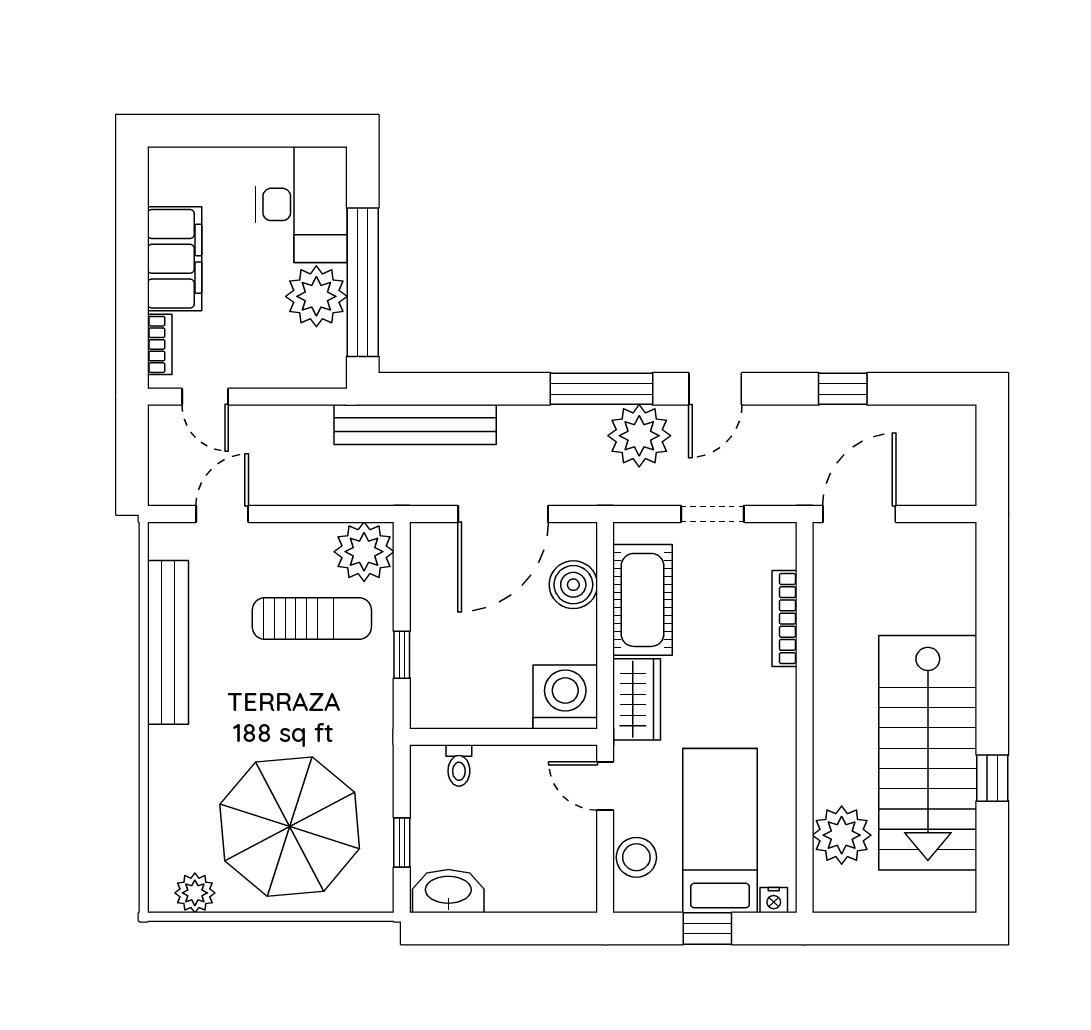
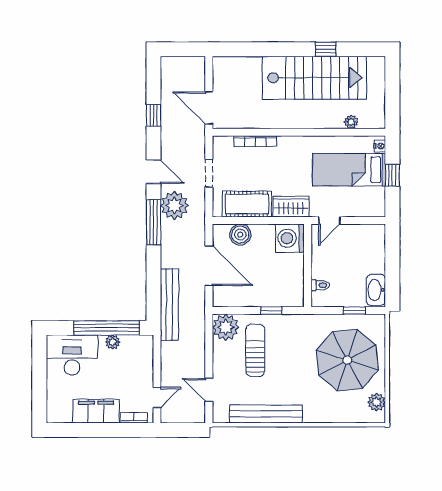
plant: (316, 296) -> (113, 342), width x0.53, depth x0.53
plant: (842, 835) -> (351, 122), width x0.53, depth x0.53
stool: (636, 857) -> (361, 207), removed

